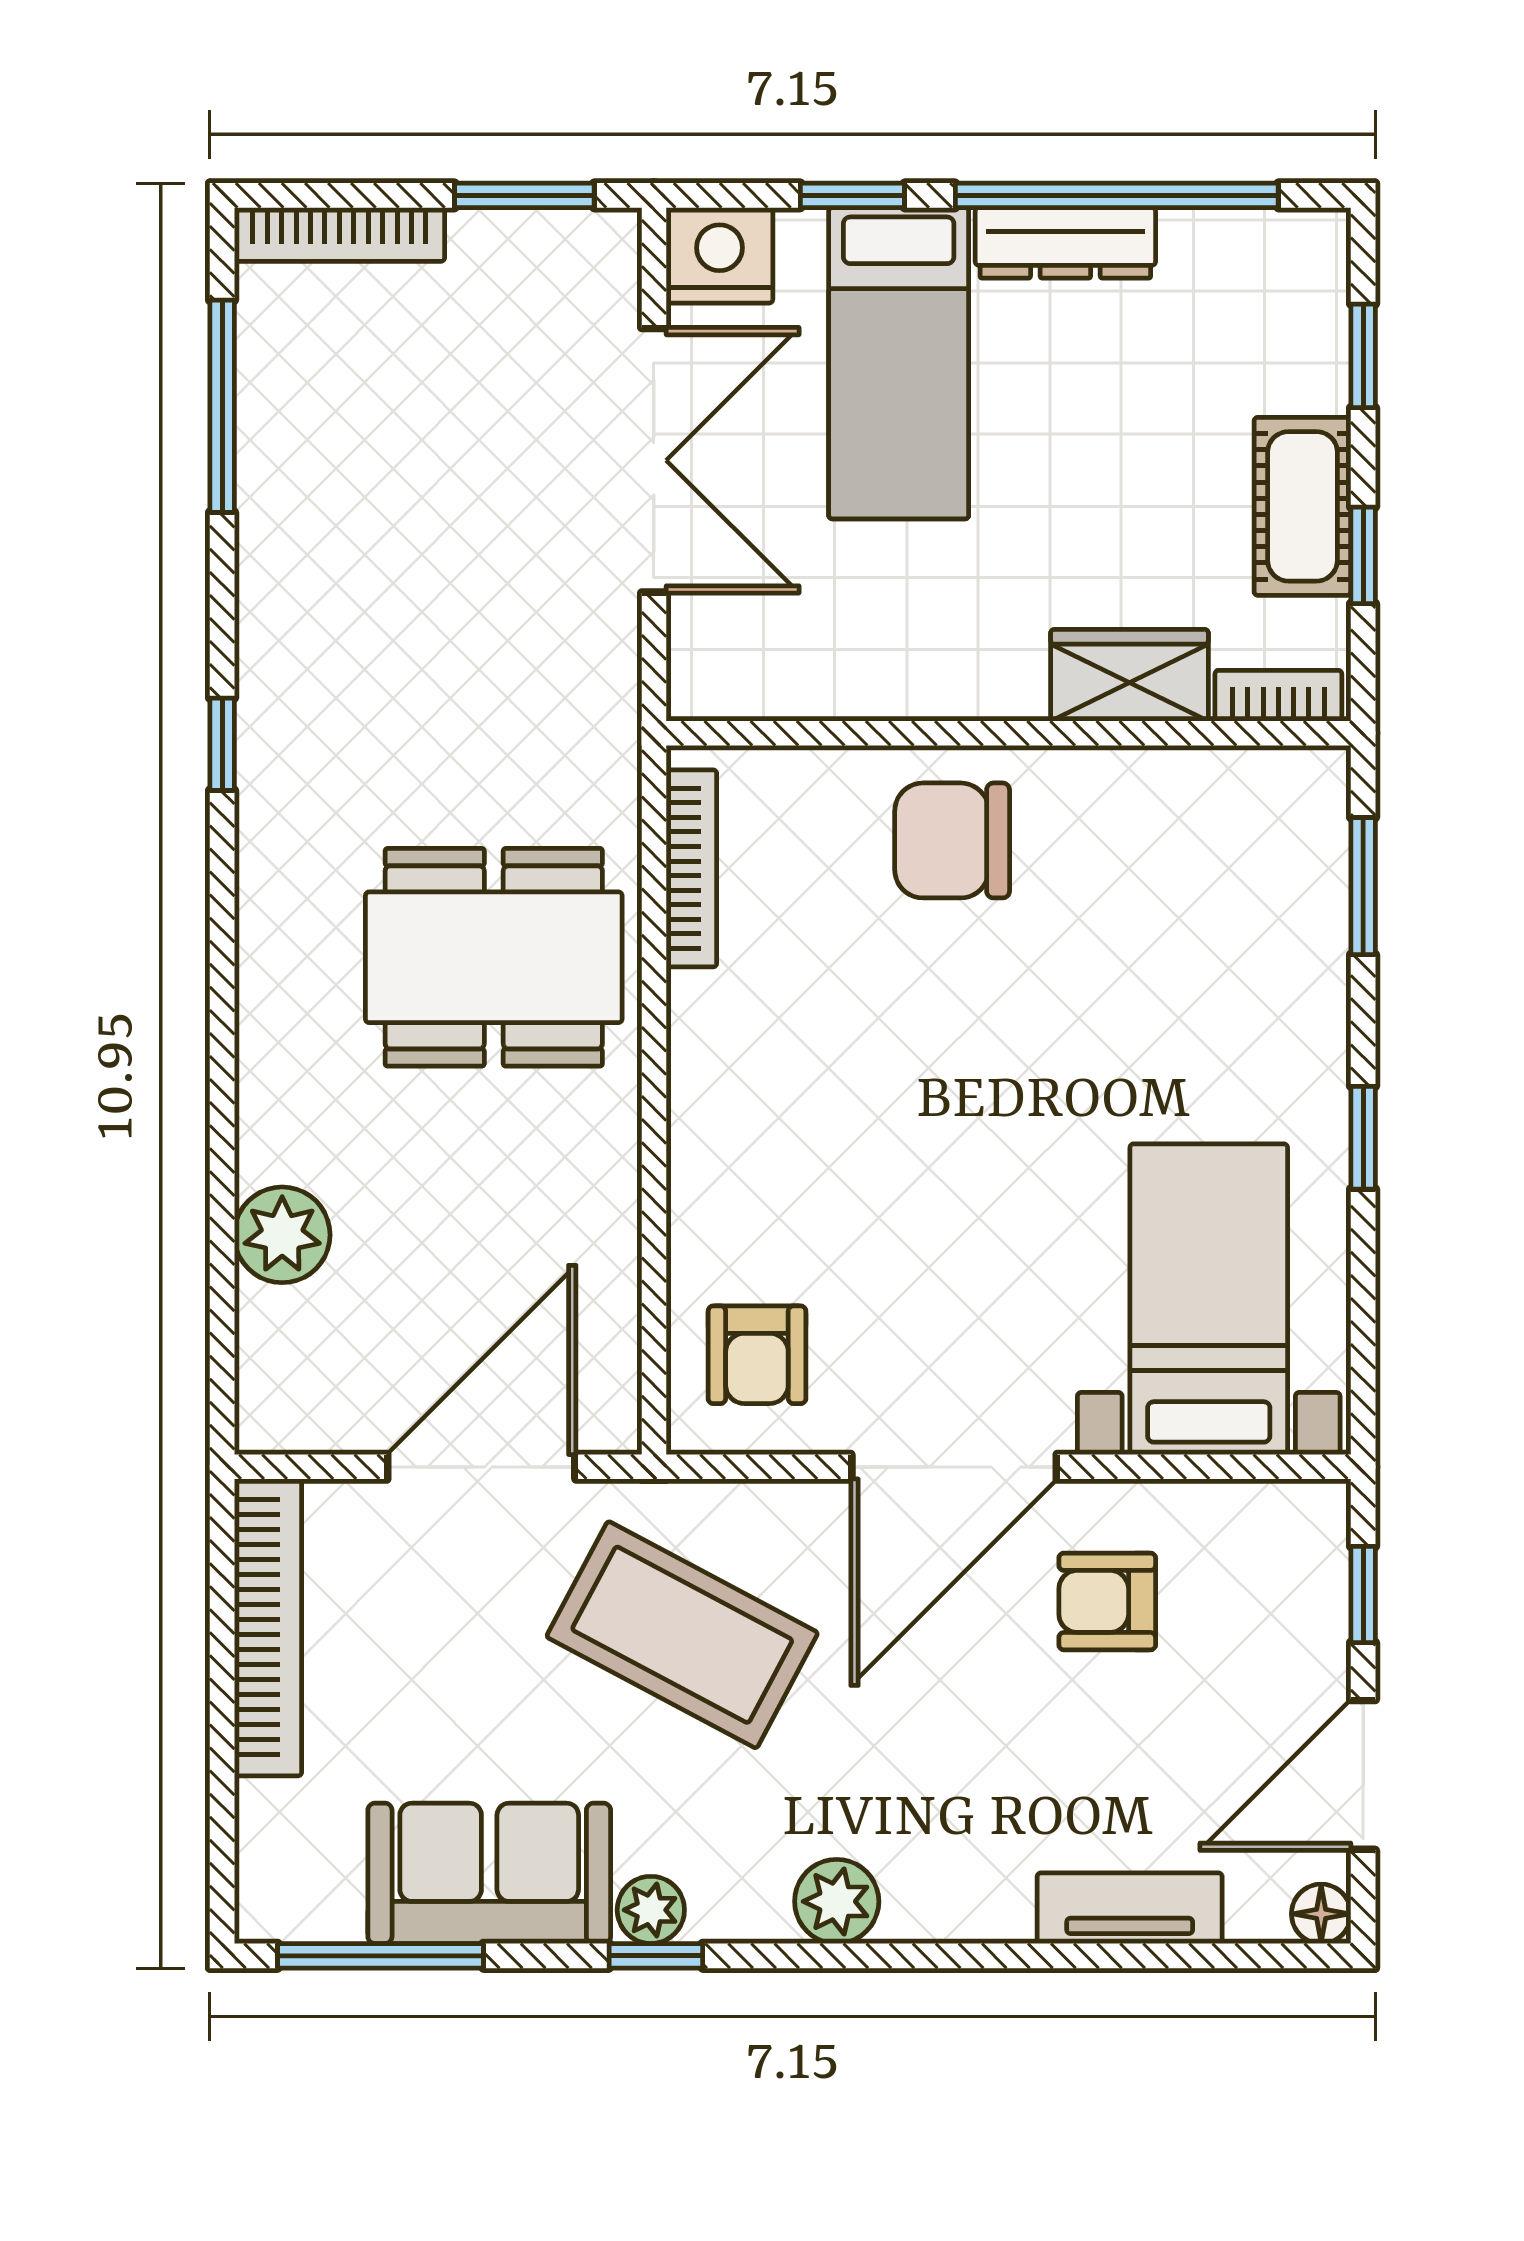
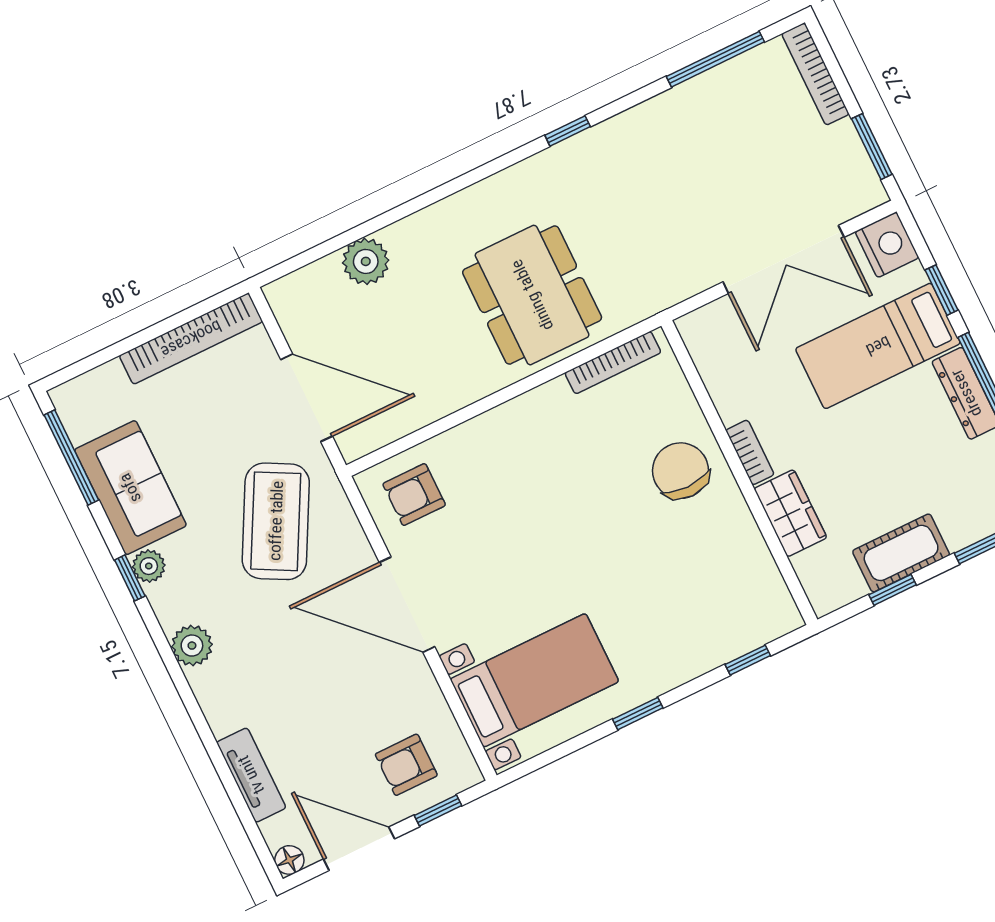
bookcase: (1278, 696) -> (750, 452), moved
window: (1363, 886) -> (748, 660), width x0.67
armchair: (1107, 1601) -> (406, 765), moved, turned -90

